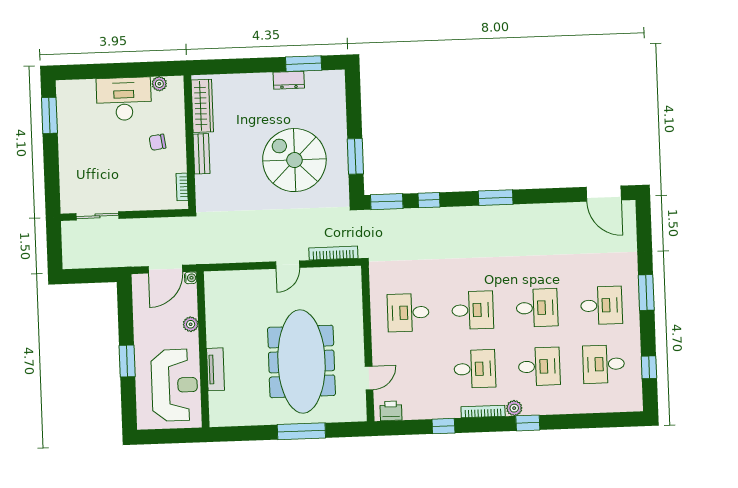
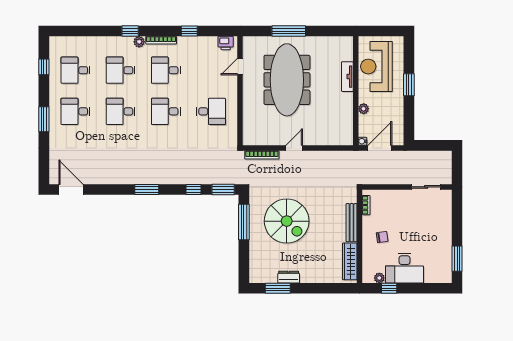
window: (145, 69) -> (389, 288), added
bench: (201, 154) -> (352, 223), width x1.36
window: (355, 156) -> (244, 222), width x1.44
desk: (604, 364) -> (75, 70), turned 180

